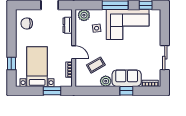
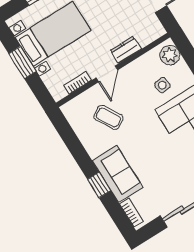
dresser: (68, 25) -> (126, 50), moved
plant: (106, 81) -> (94, 146), removed
window: (52, 91) -> (22, 63), moved

